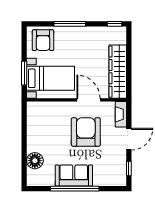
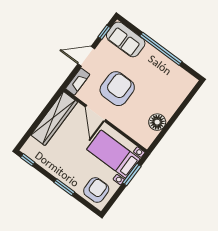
window: (70, 24) -> (64, 187), width x0.69
armchair: (86, 132) -> (117, 89), turned 180
floor lamp: (35, 161) -> (157, 122), moved
sofa: (74, 175) -> (126, 39), moved

